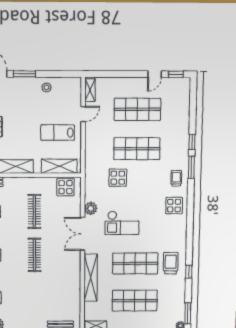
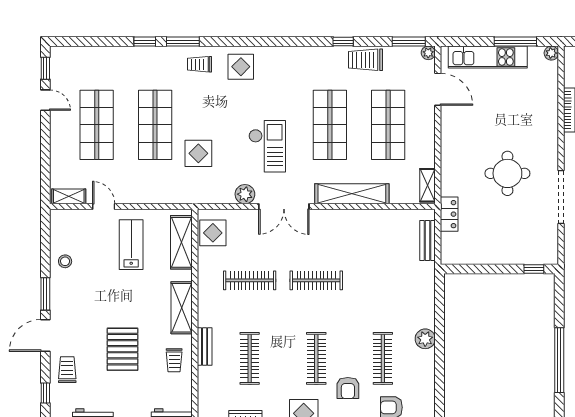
lab bench: (58, 133) -> (131, 245), turned 180
trolley: (171, 263) -> (366, 60), moved

